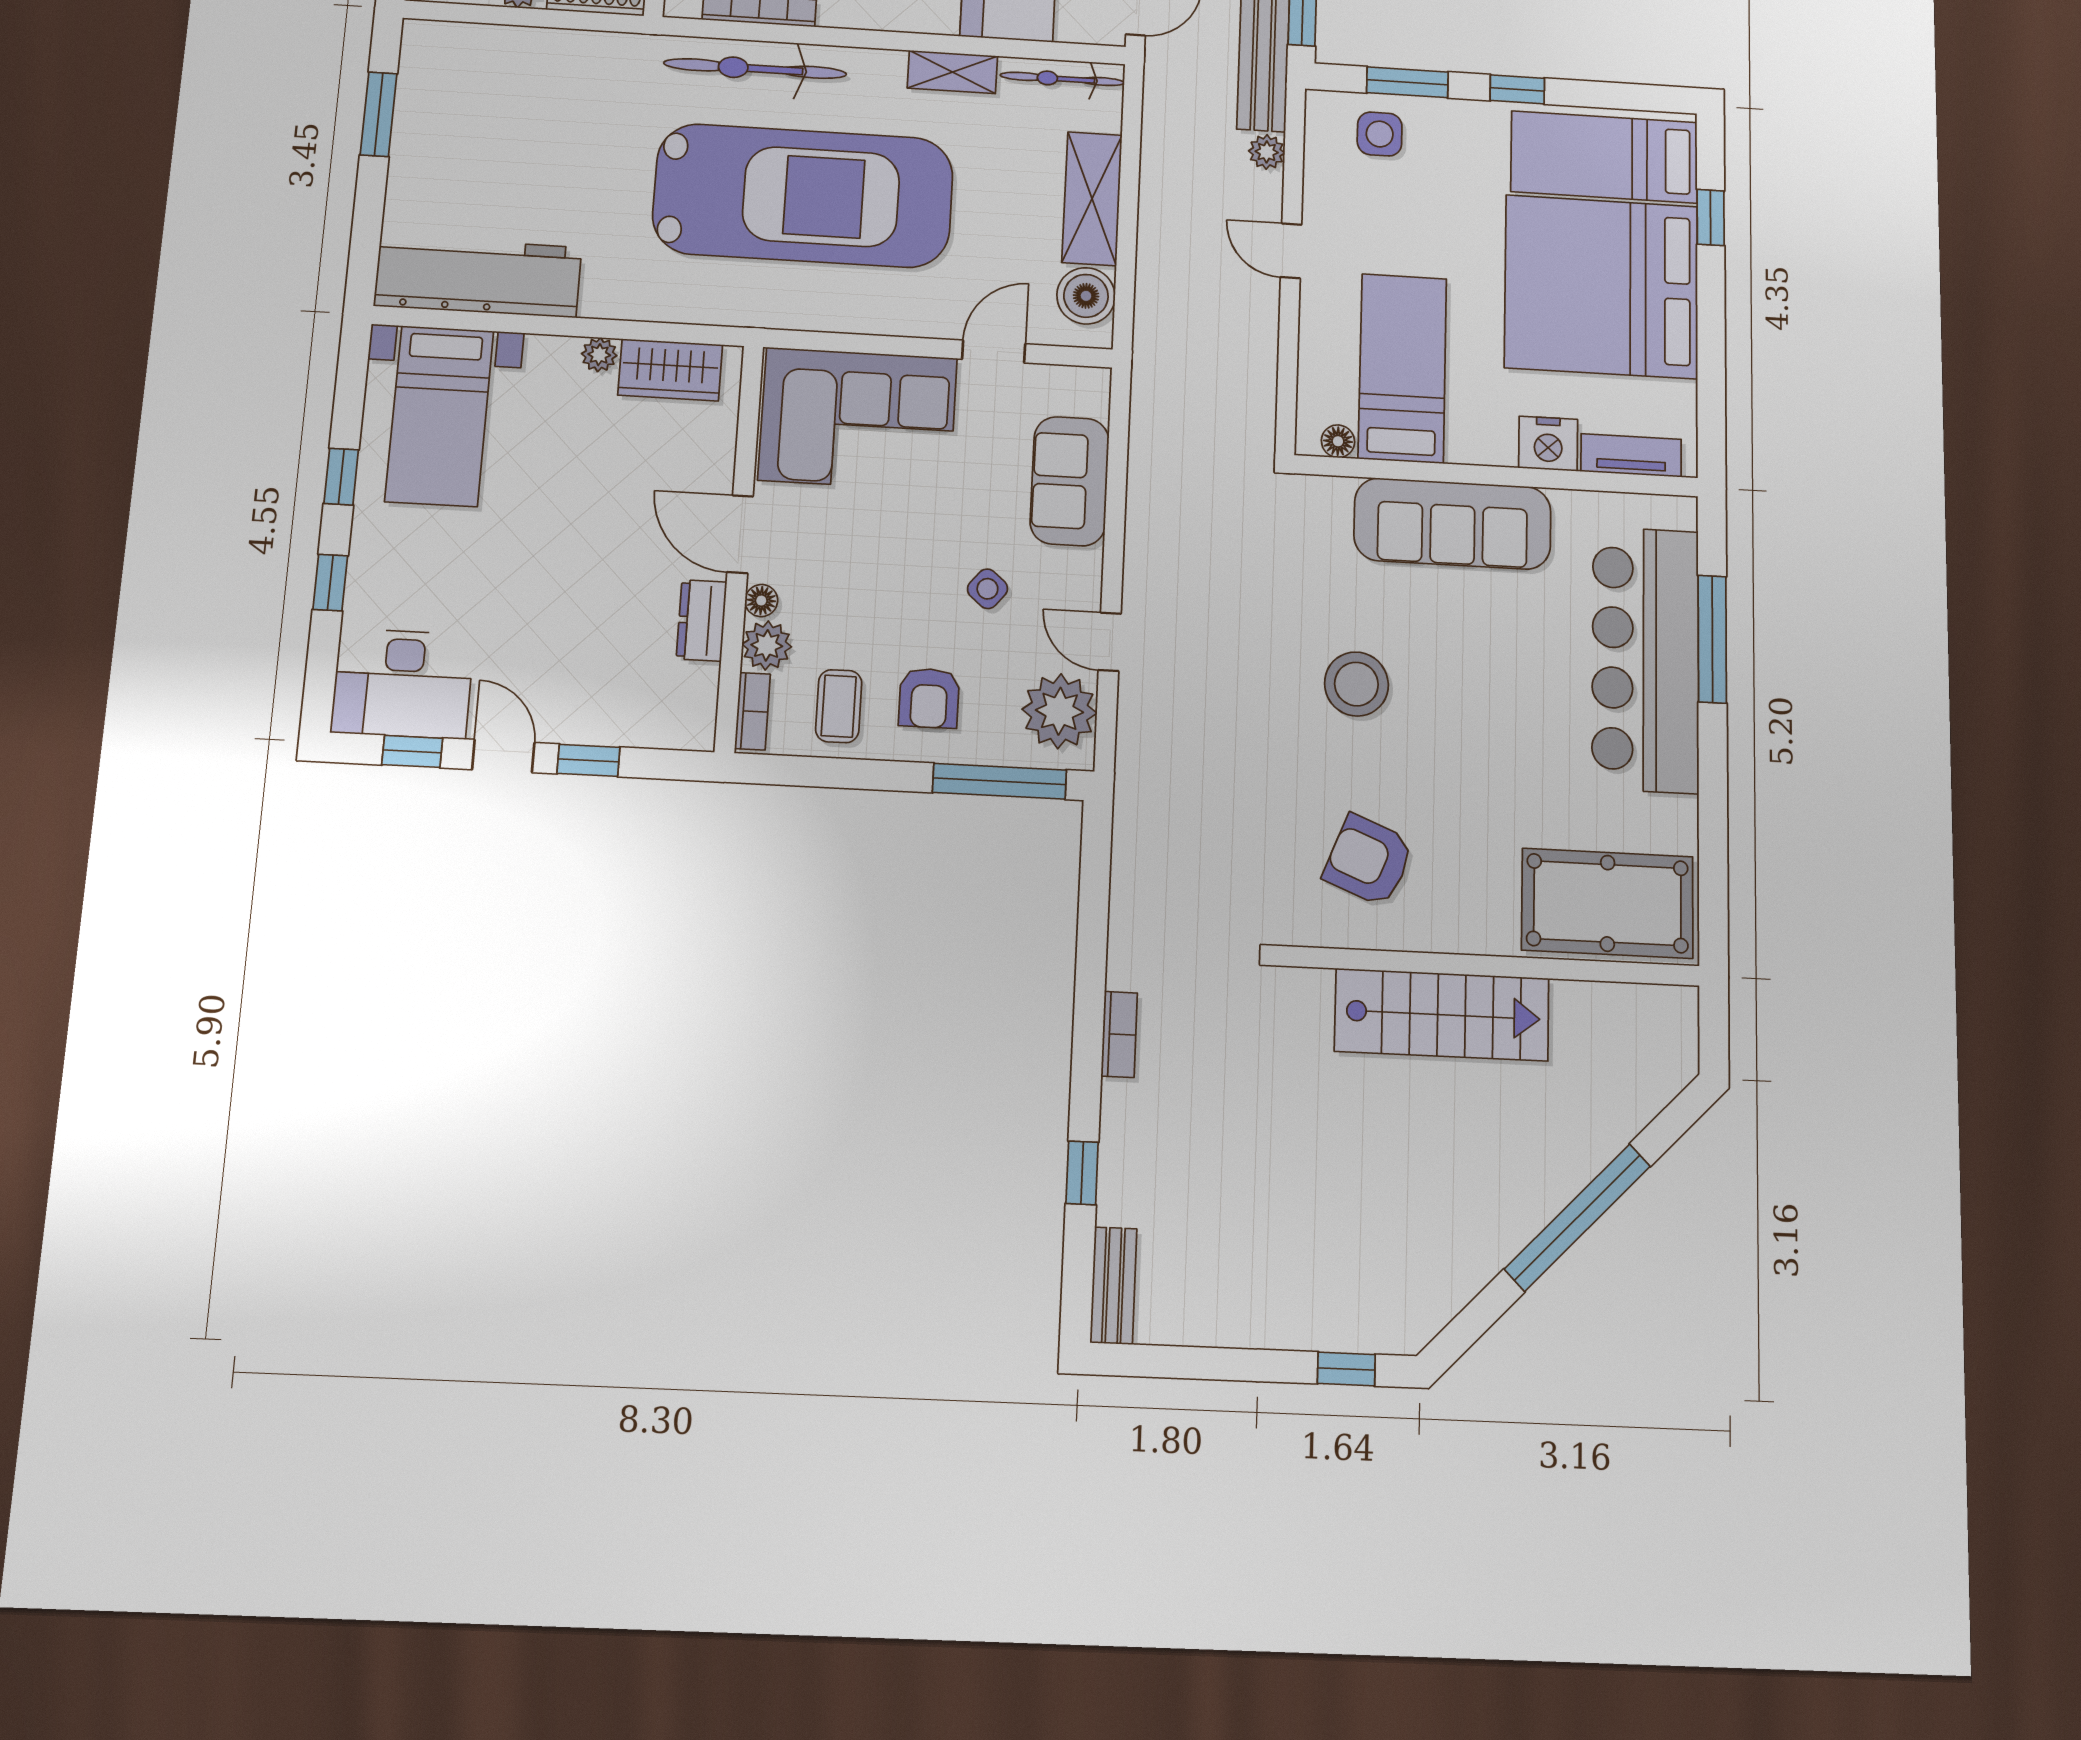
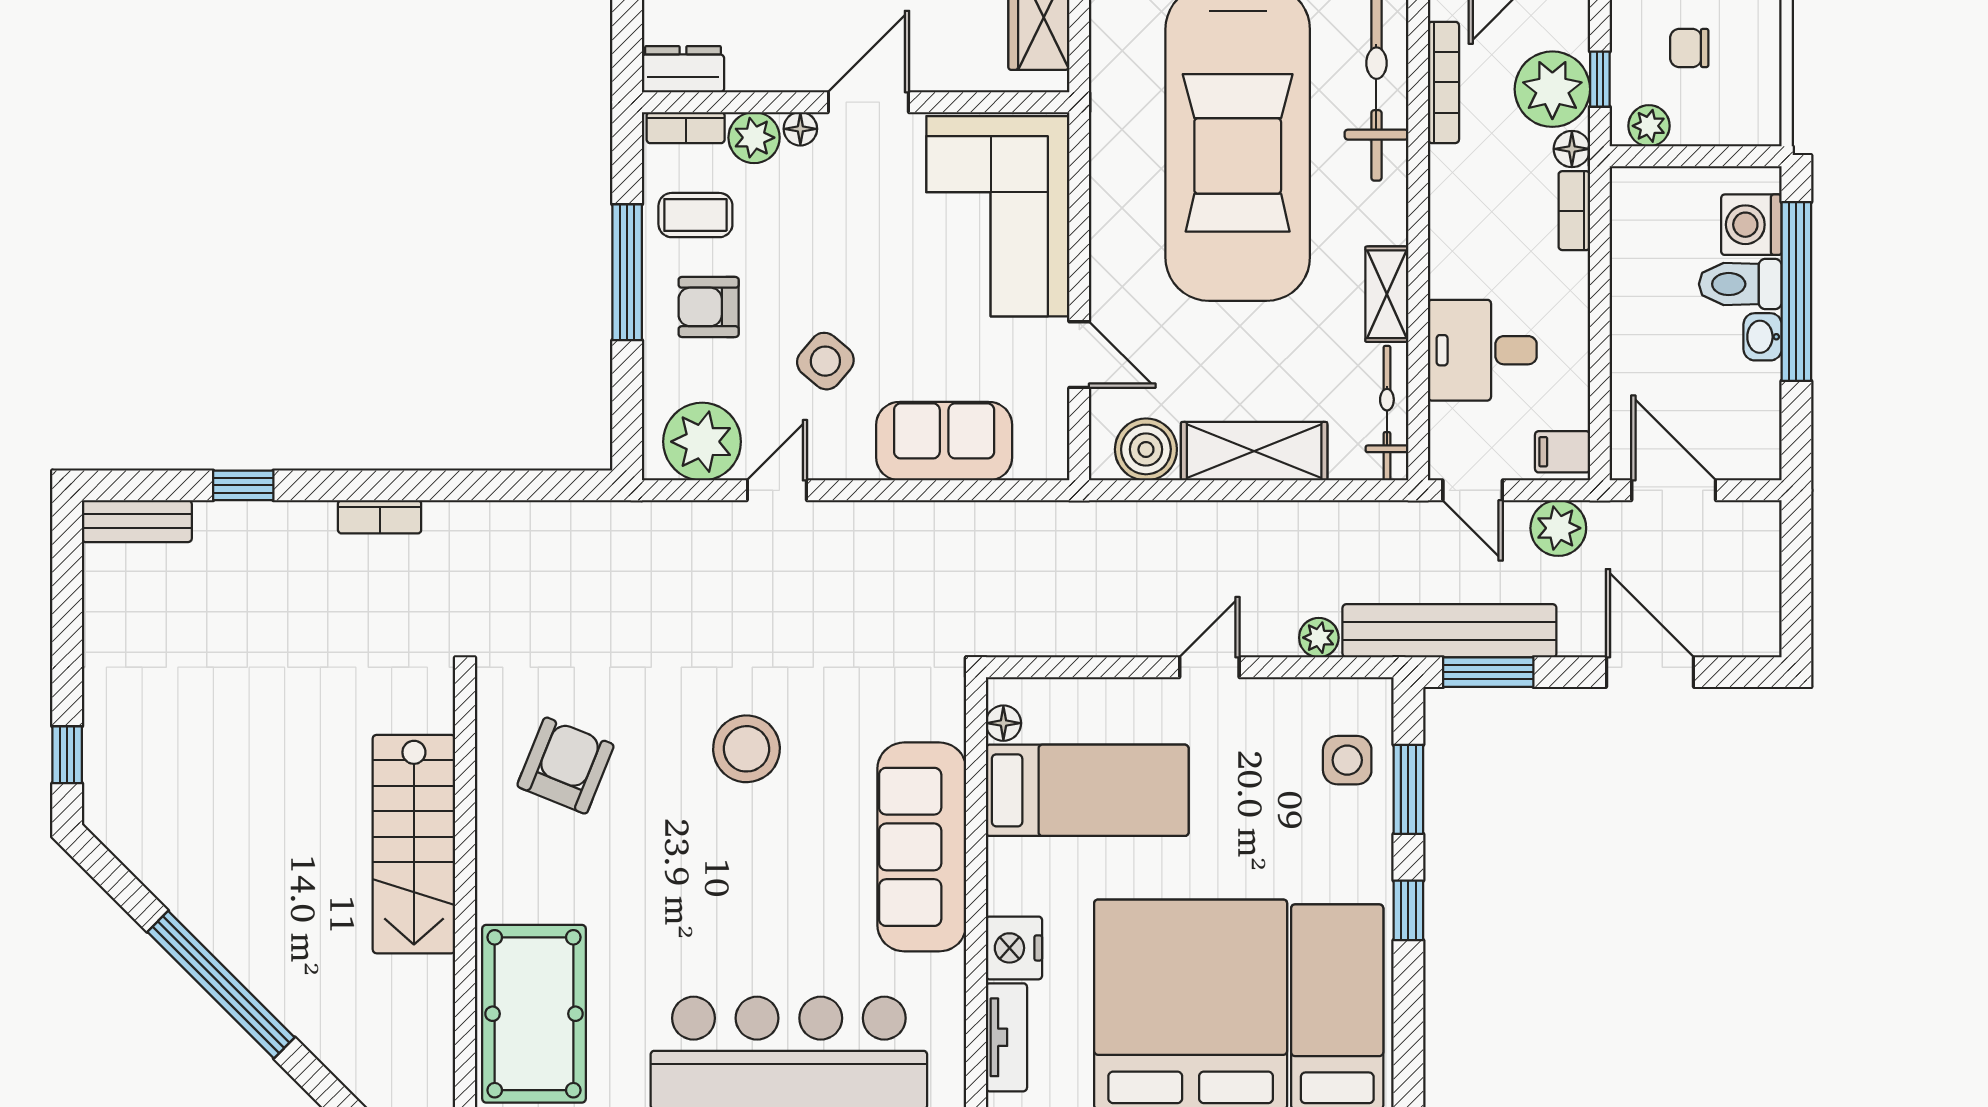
side table: (987, 589) -> (825, 361), width x1.37, depth x1.37
dresser: (702, 620) -> (683, 69), moved
window: (1000, 781) -> (627, 272), moved

